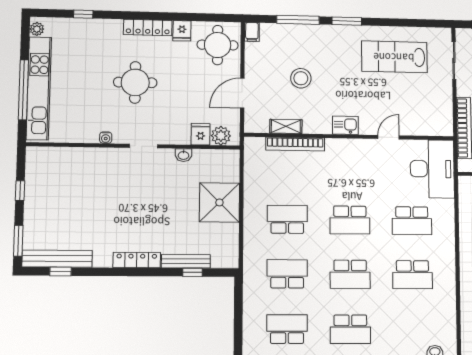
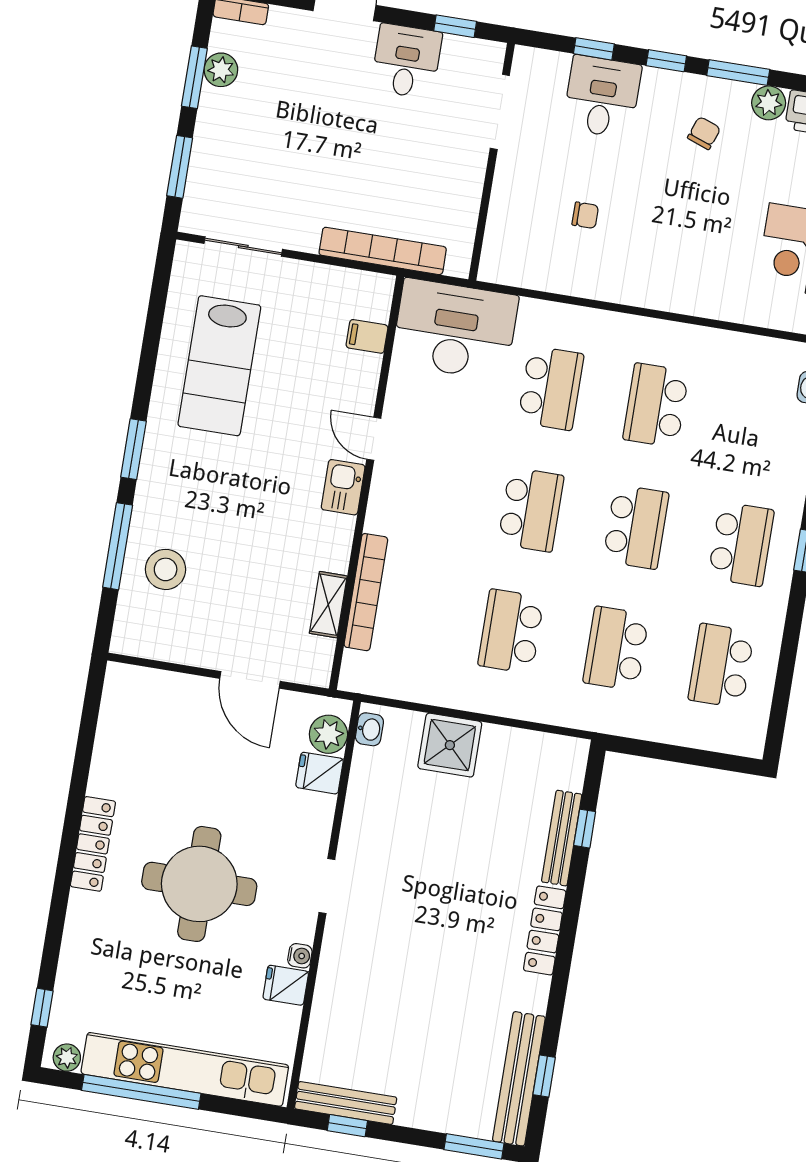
window: (83, 14) -> (42, 1008), moved
fridge: (182, 31) -> (286, 985), moved, turned 180
filing cabinet: (252, 32) -> (367, 336), moved, turned 180
round table: (218, 45) -> (147, 713), removed
stool: (301, 78) -> (166, 569), moved
round table: (135, 82) -> (199, 884), width x1.36, depth x1.36
window: (23, 90) -> (141, 1092), moved
door: (388, 137) -> (374, 439), moved
washbasin: (183, 155) -> (369, 729), moved
bench: (32, 172) -> (346, 1103), added
window: (20, 191) -> (347, 1126), moved
shower: (219, 202) -> (450, 745), width x0.73, depth x0.73
school desk: (413, 275) -> (656, 405), turned 180

